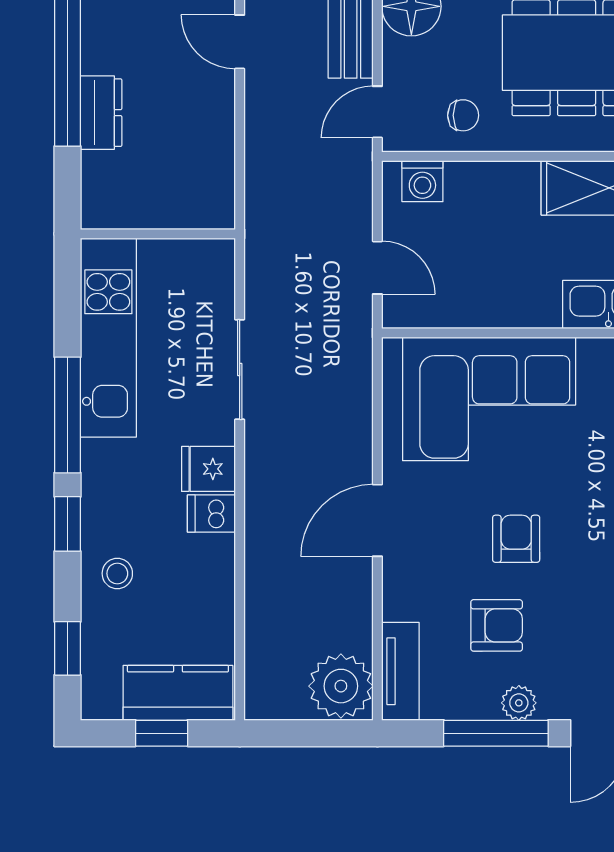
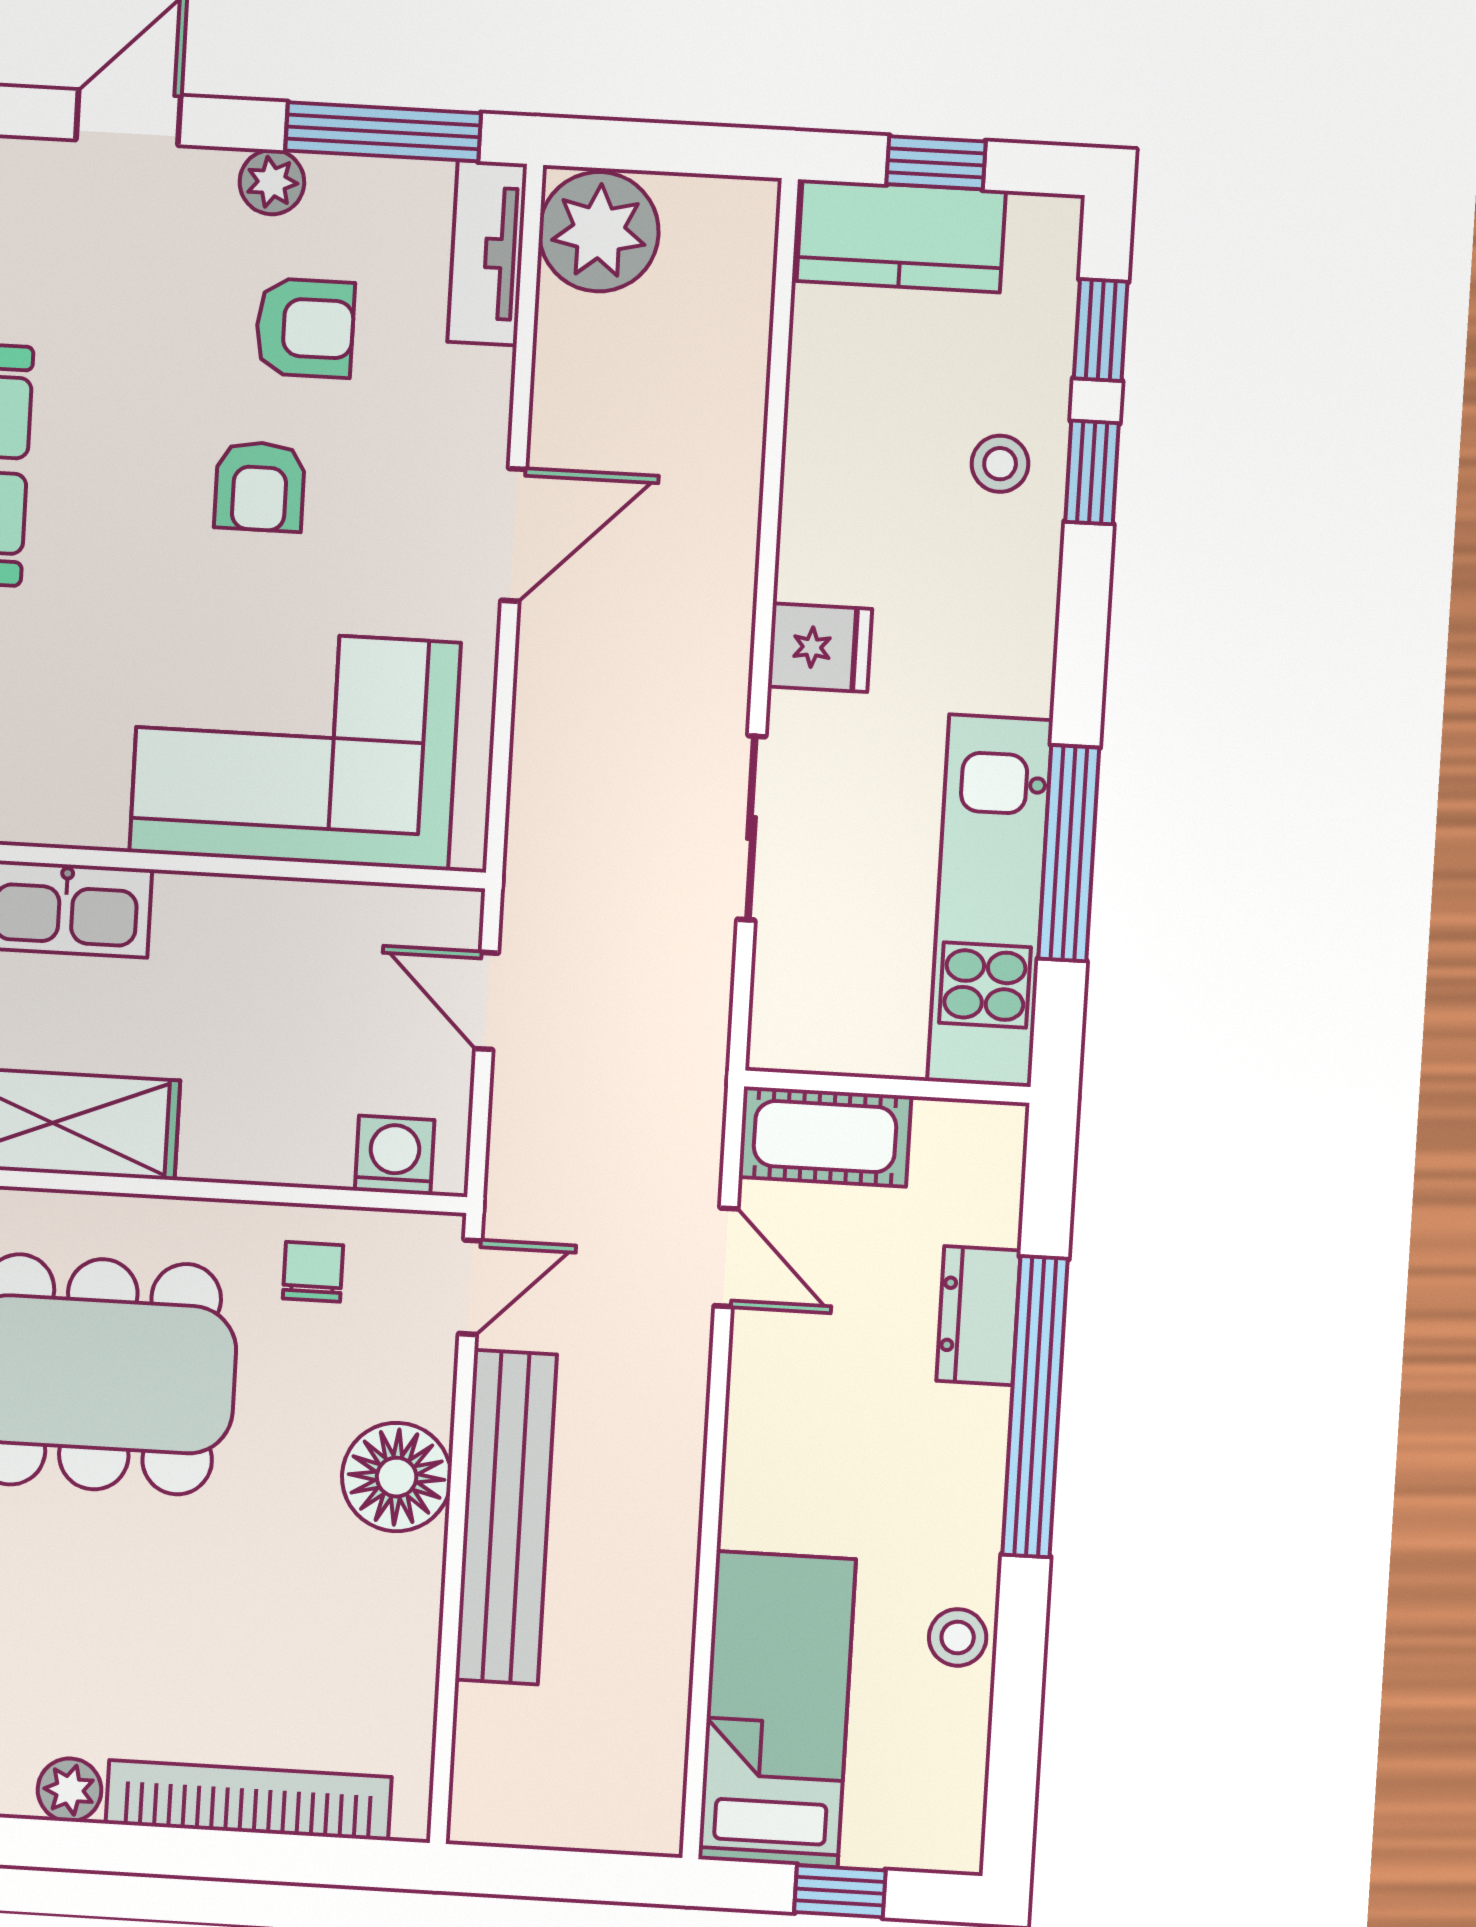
door: (240, 42) -> (726, 1257), moved
chair: (463, 115) -> (313, 1272), turned 90
cot: (190, 205) -> (825, 1137), added
window: (67, 415) -> (1069, 853), moved
dishwasher: (211, 514) -> (819, 565), removed
window: (67, 524) -> (1092, 472), moved
armchair: (497, 625) -> (305, 328), turned 180
window: (496, 733) -> (383, 132), moved

